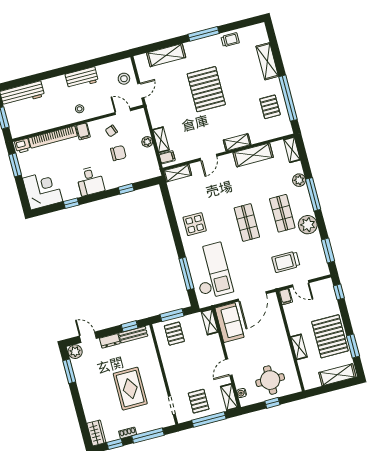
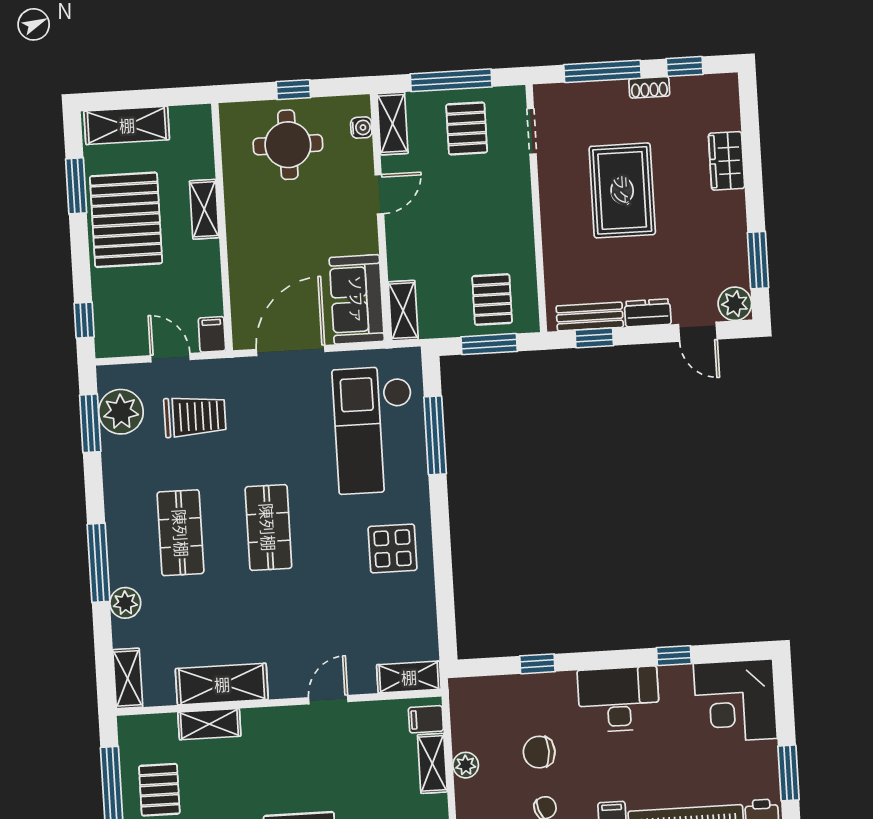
shelving: (237, 142) -> (209, 724), moved
desk: (90, 181) -> (619, 699), width x1.37
plant: (308, 225) -> (121, 412), moved
wardrobe: (96, 433) -> (727, 161), moved

